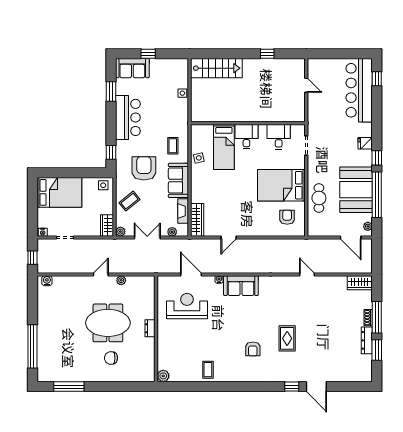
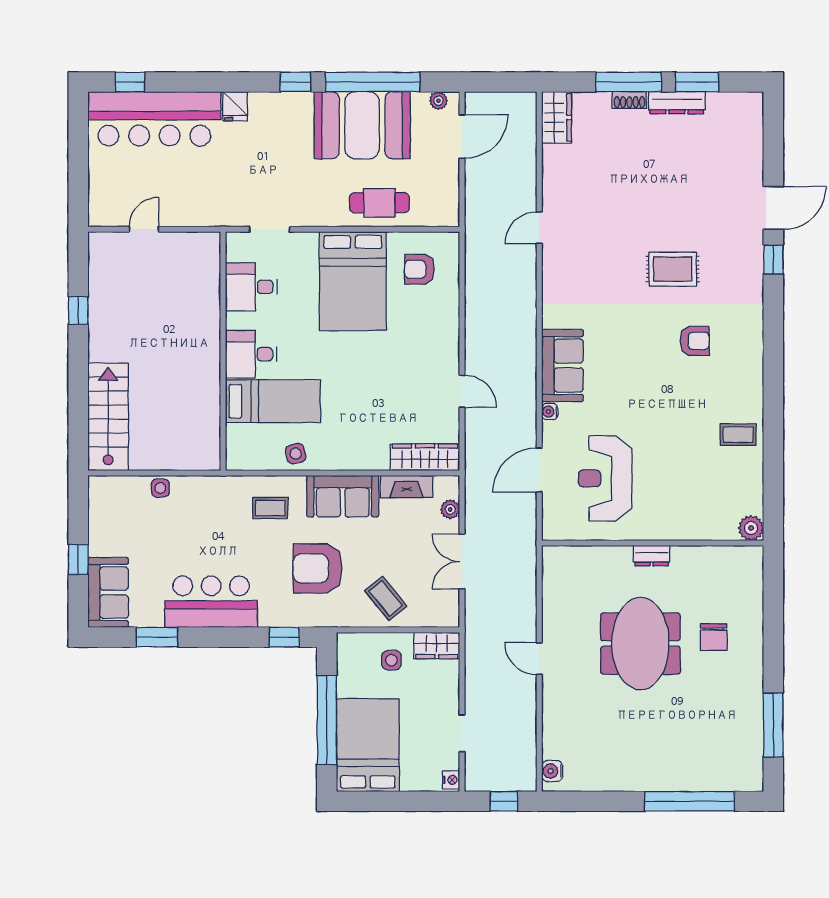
fridge: (365, 143) -> (235, 106), moved
window: (71, 173) -> (327, 720), added
side table: (103, 185) -> (391, 660), moved
plant: (120, 232) -> (450, 617), removed
plant: (121, 280) -> (551, 616), removed

